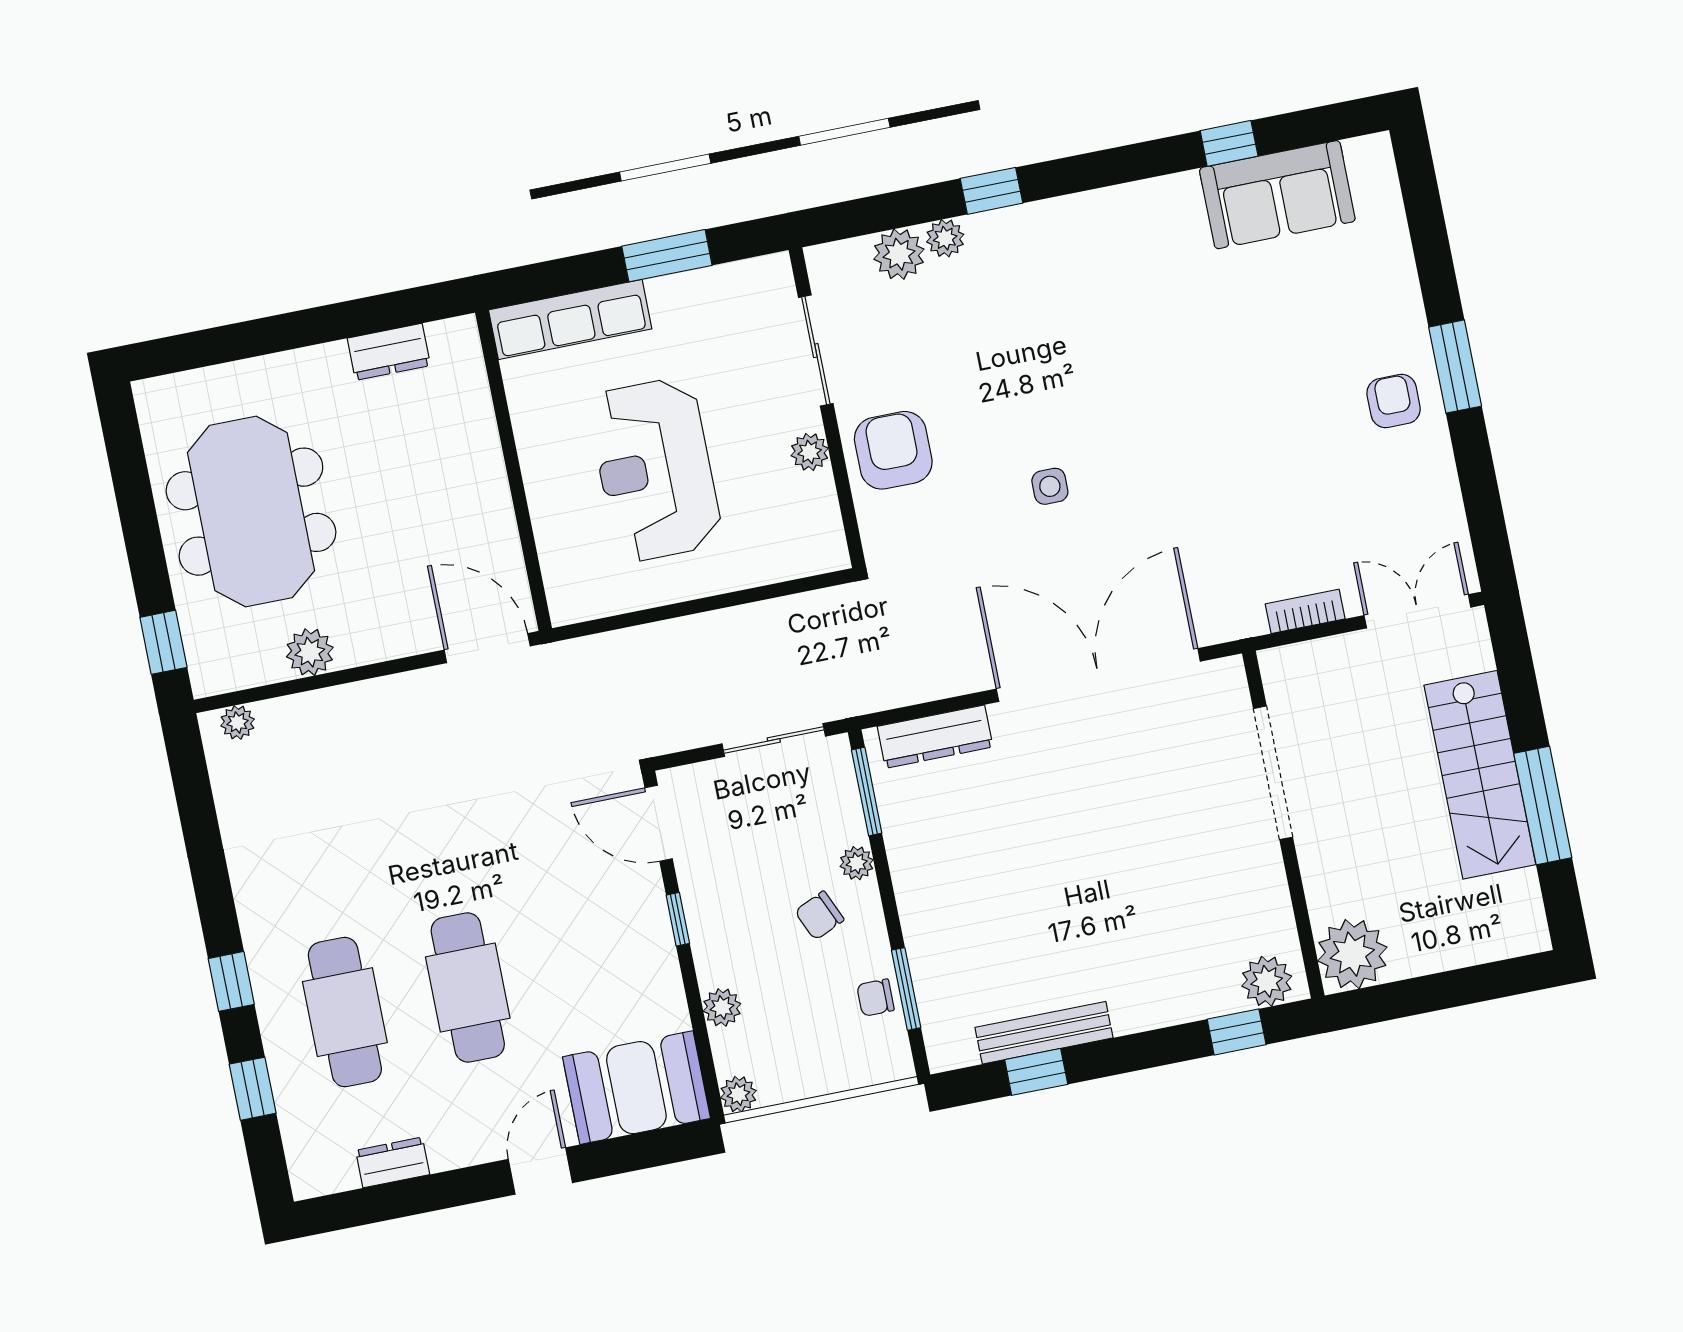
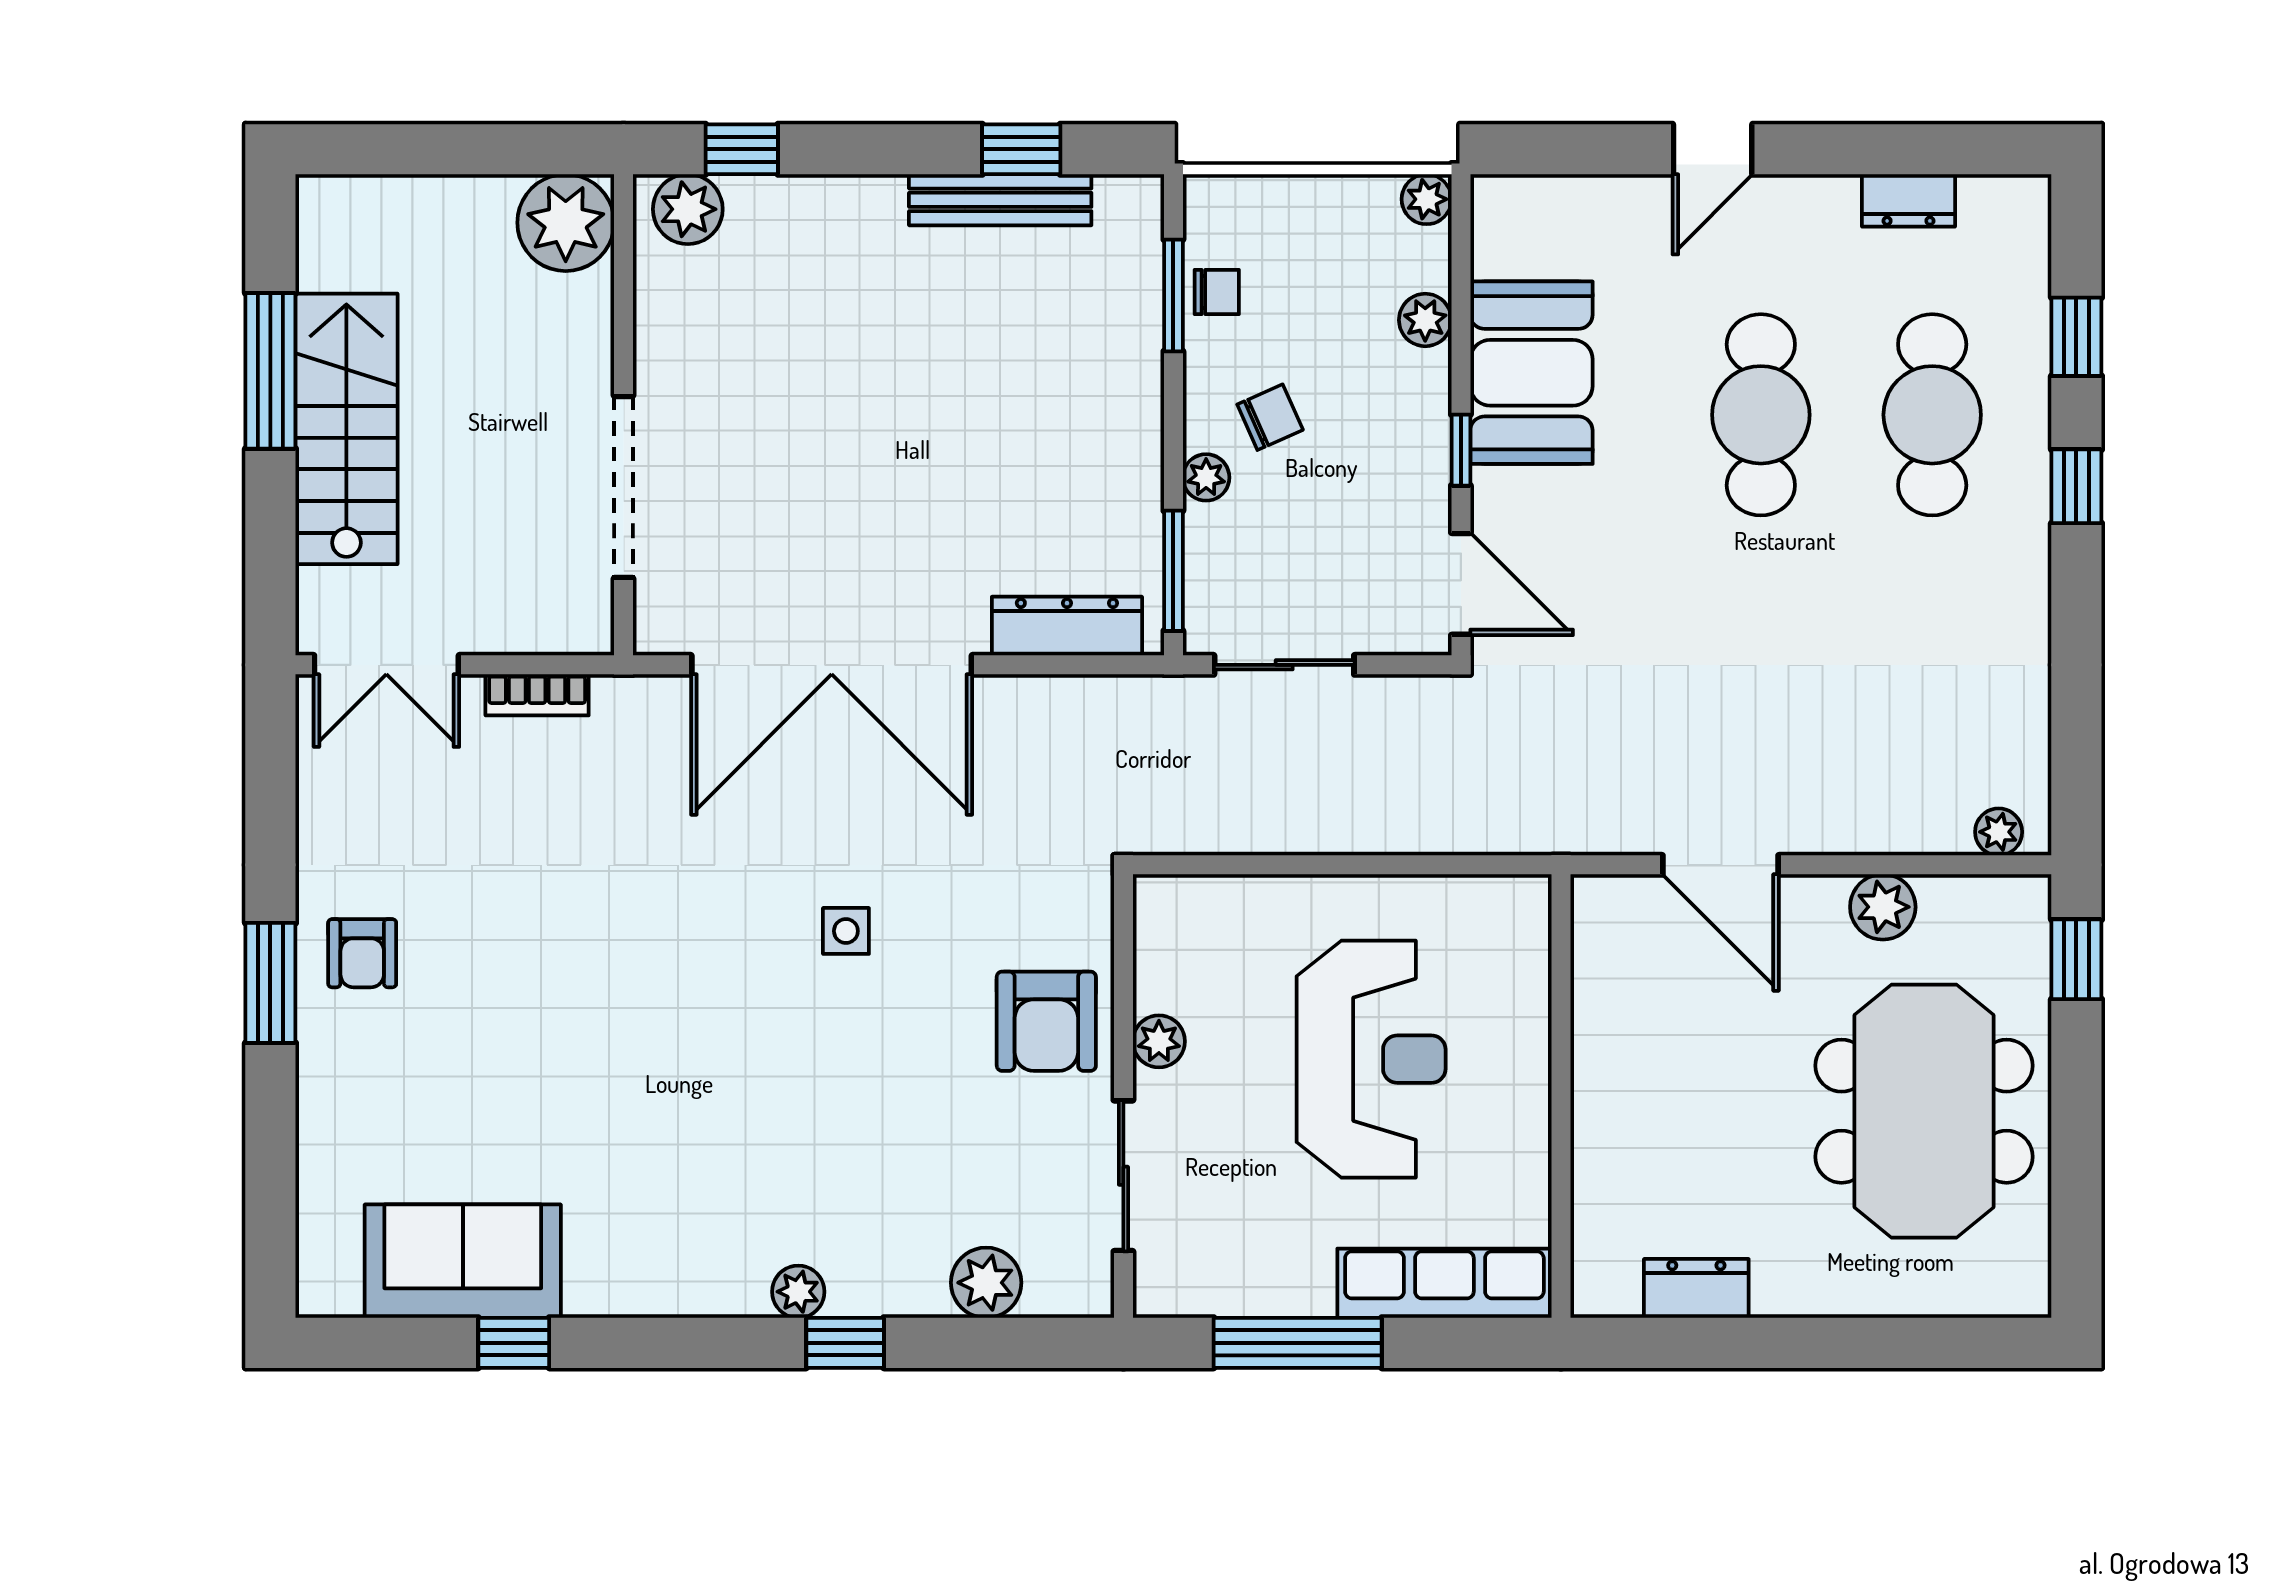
plant: (945, 238) -> (798, 1292), moved
window: (667, 256) -> (1298, 1343), width x1.44
door: (487, 648) -> (1720, 865), moved
booth: (636, 1088) -> (1531, 373), moved, turned 90

